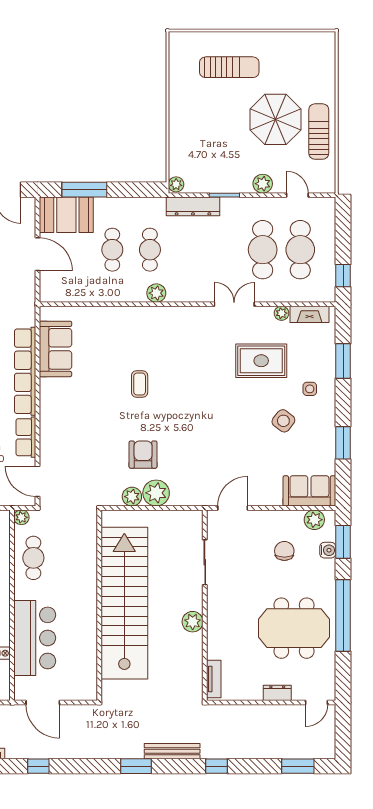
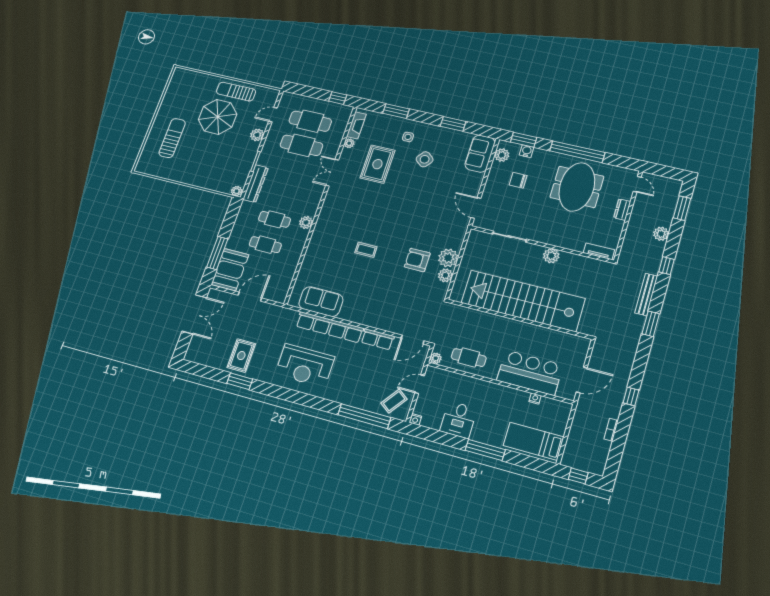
plant: (257, 749) -> (661, 234), added

